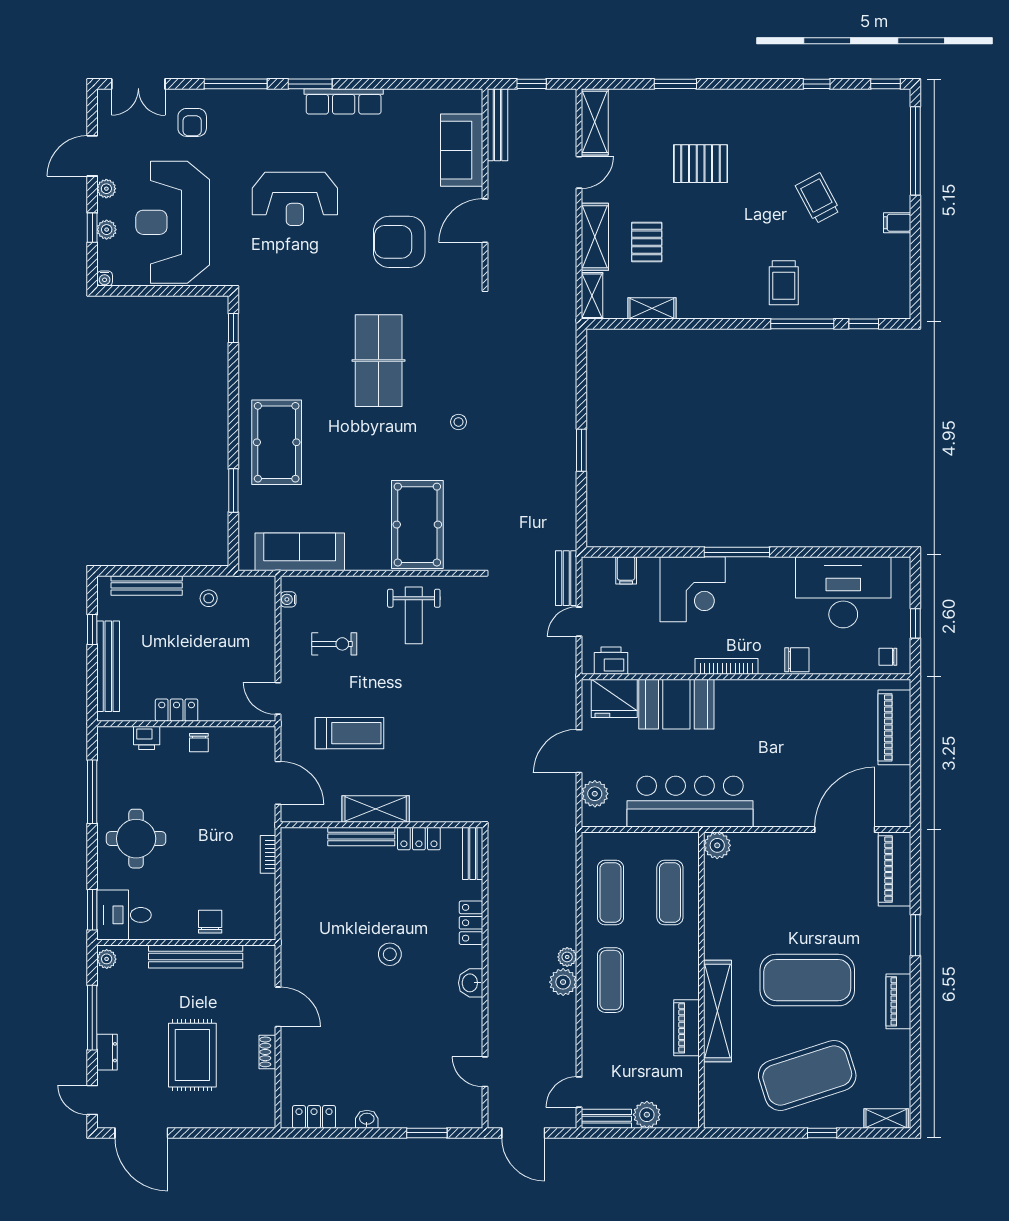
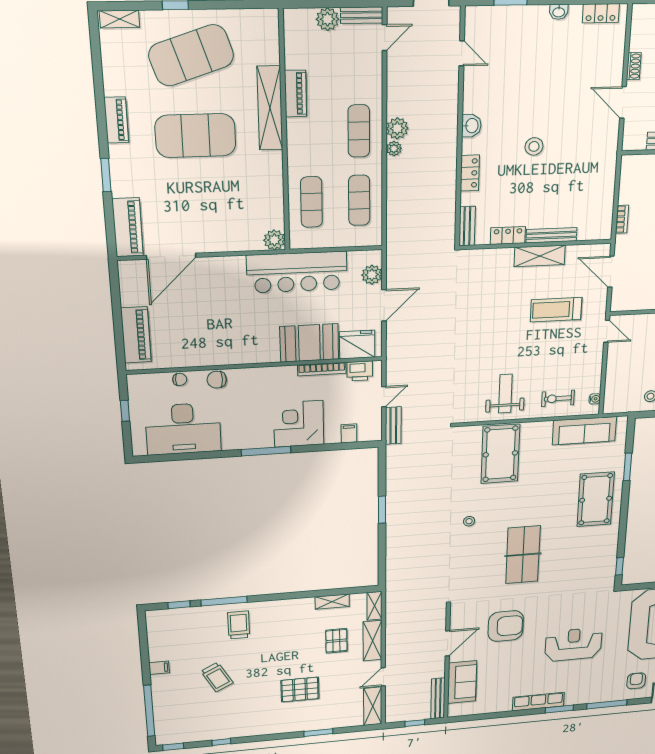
exercise bike: (334, 644) -> (558, 398), moved
chair: (888, 657) -> (180, 379), moved
bookcase: (726, 666) -> (322, 369), moved

